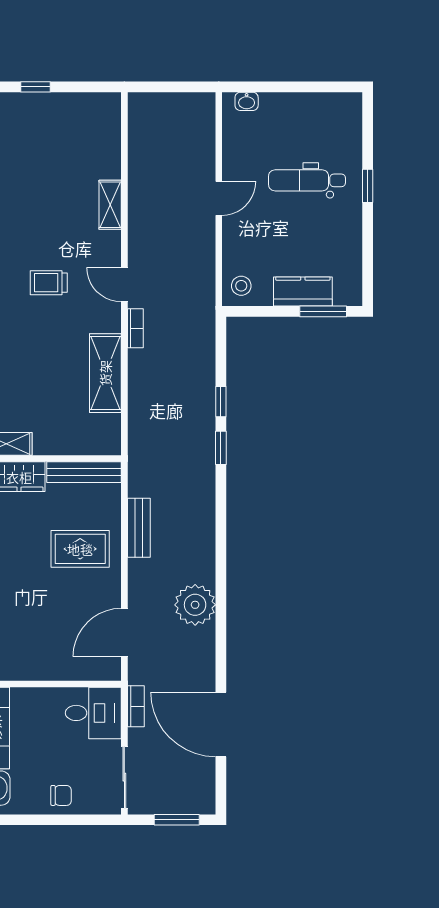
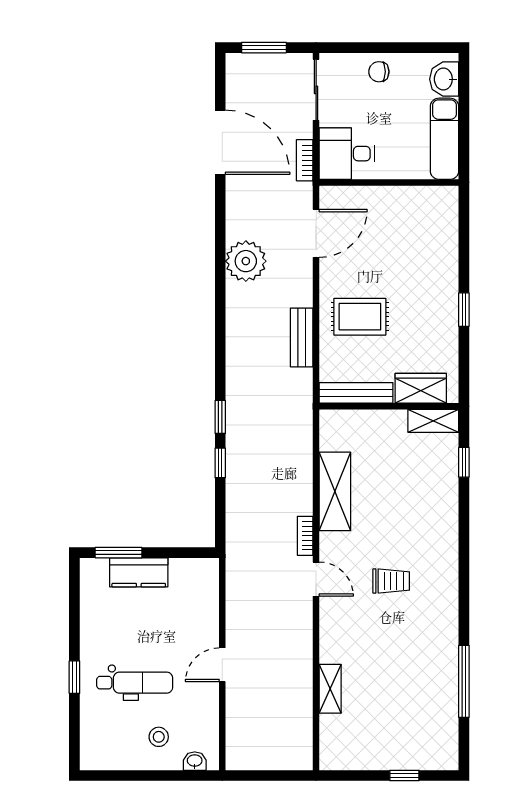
shelving: (110, 205) -> (330, 689), moved
stool: (241, 286) -> (159, 737), moved

